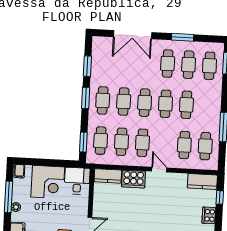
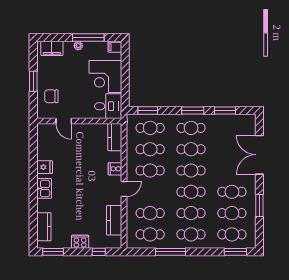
cafe table: (207, 106) -> (191, 234), added
cooker: (134, 179) -> (115, 169), width x0.53, depth x0.76
kitchen counter: (202, 181) -> (114, 220), moved

